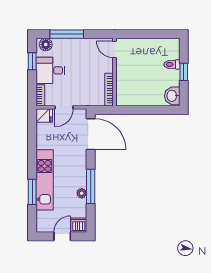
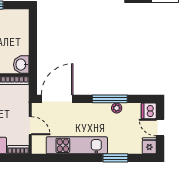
washbasin: (172, 96) -> (21, 65), moved, turned 90
fridge: (44, 116) -> (149, 146), moved
kitchen unit: (45, 180) -> (77, 145), moved

